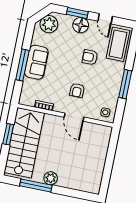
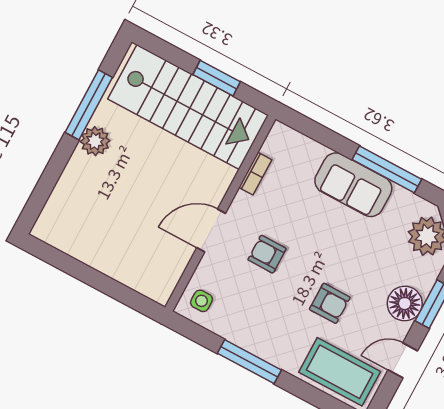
armchair: (90, 57) -> (330, 303), turned 90
window: (22, 65) -> (387, 169), moved

